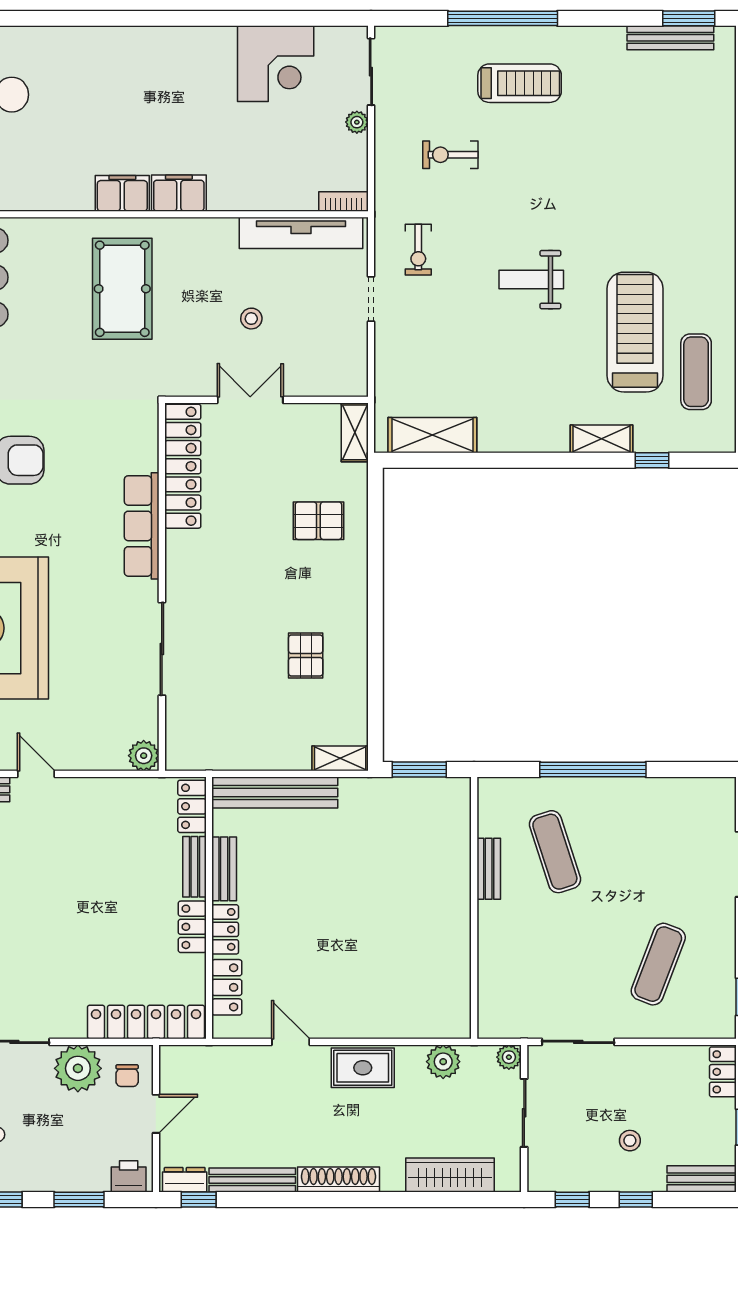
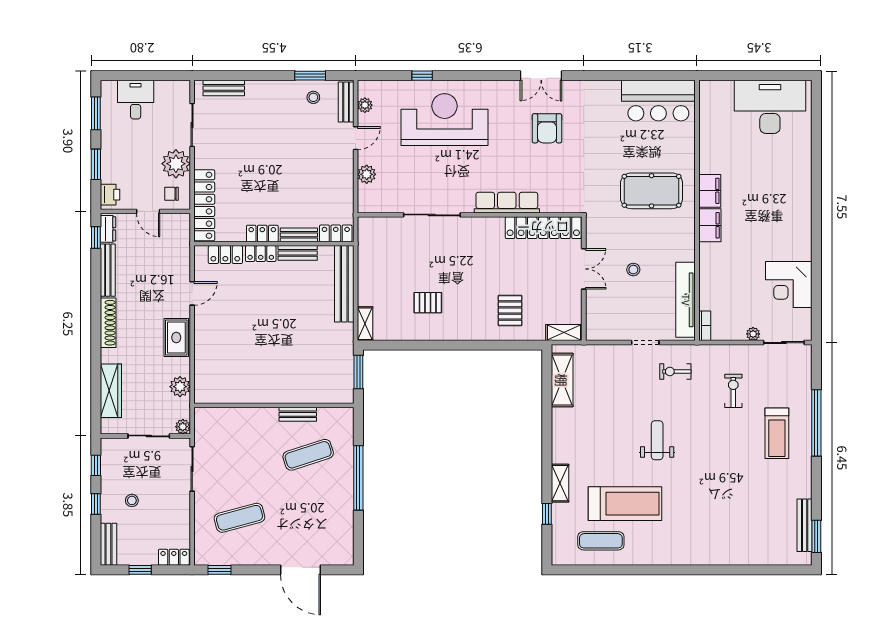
plant: (144, 756) -> (367, 174), moved
exercise mat: (658, 964) -> (240, 518), turned -36

